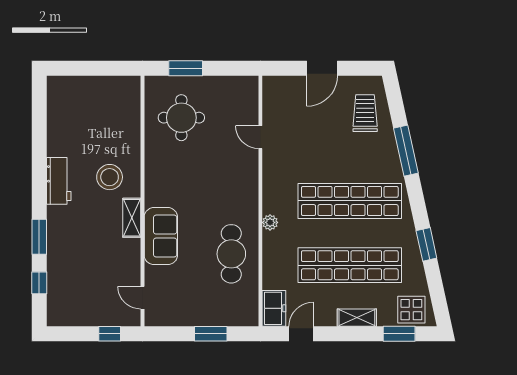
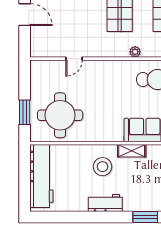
workbench: (97, 92) -> (41, 176), added
round table: (181, 118) -> (60, 115), width x1.36, depth x1.36

